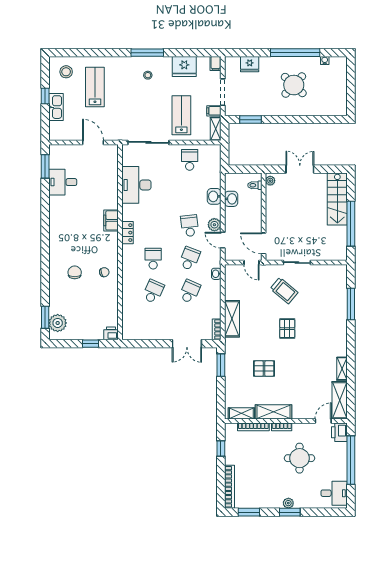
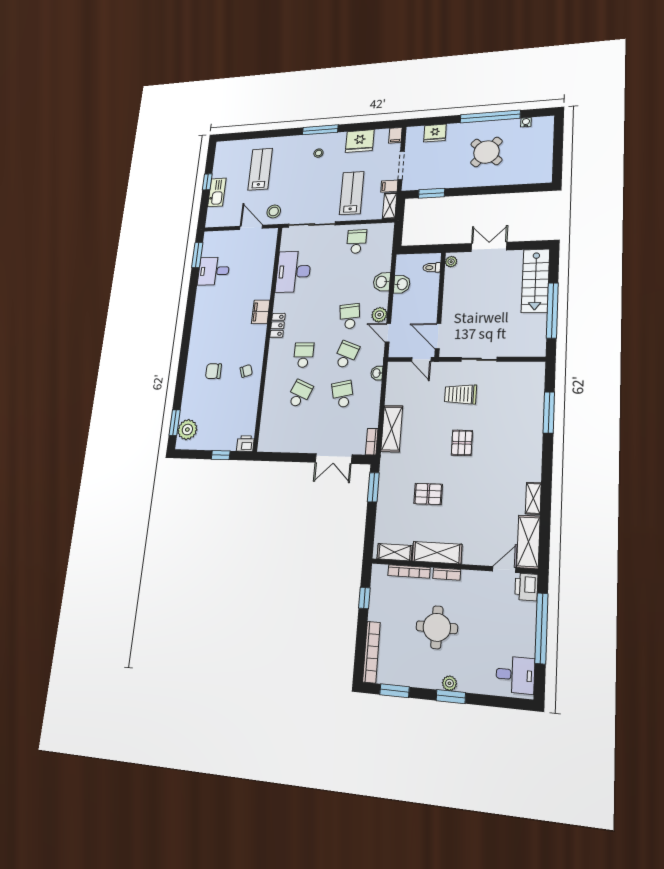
stool: (66, 72) -> (274, 211), moved
chair: (75, 272) -> (214, 371), turned -90
school desk: (190, 291) -> (343, 394), turned -36
trolley: (284, 291) -> (460, 394), turned 140
round table: (300, 458) -> (437, 627), moved

